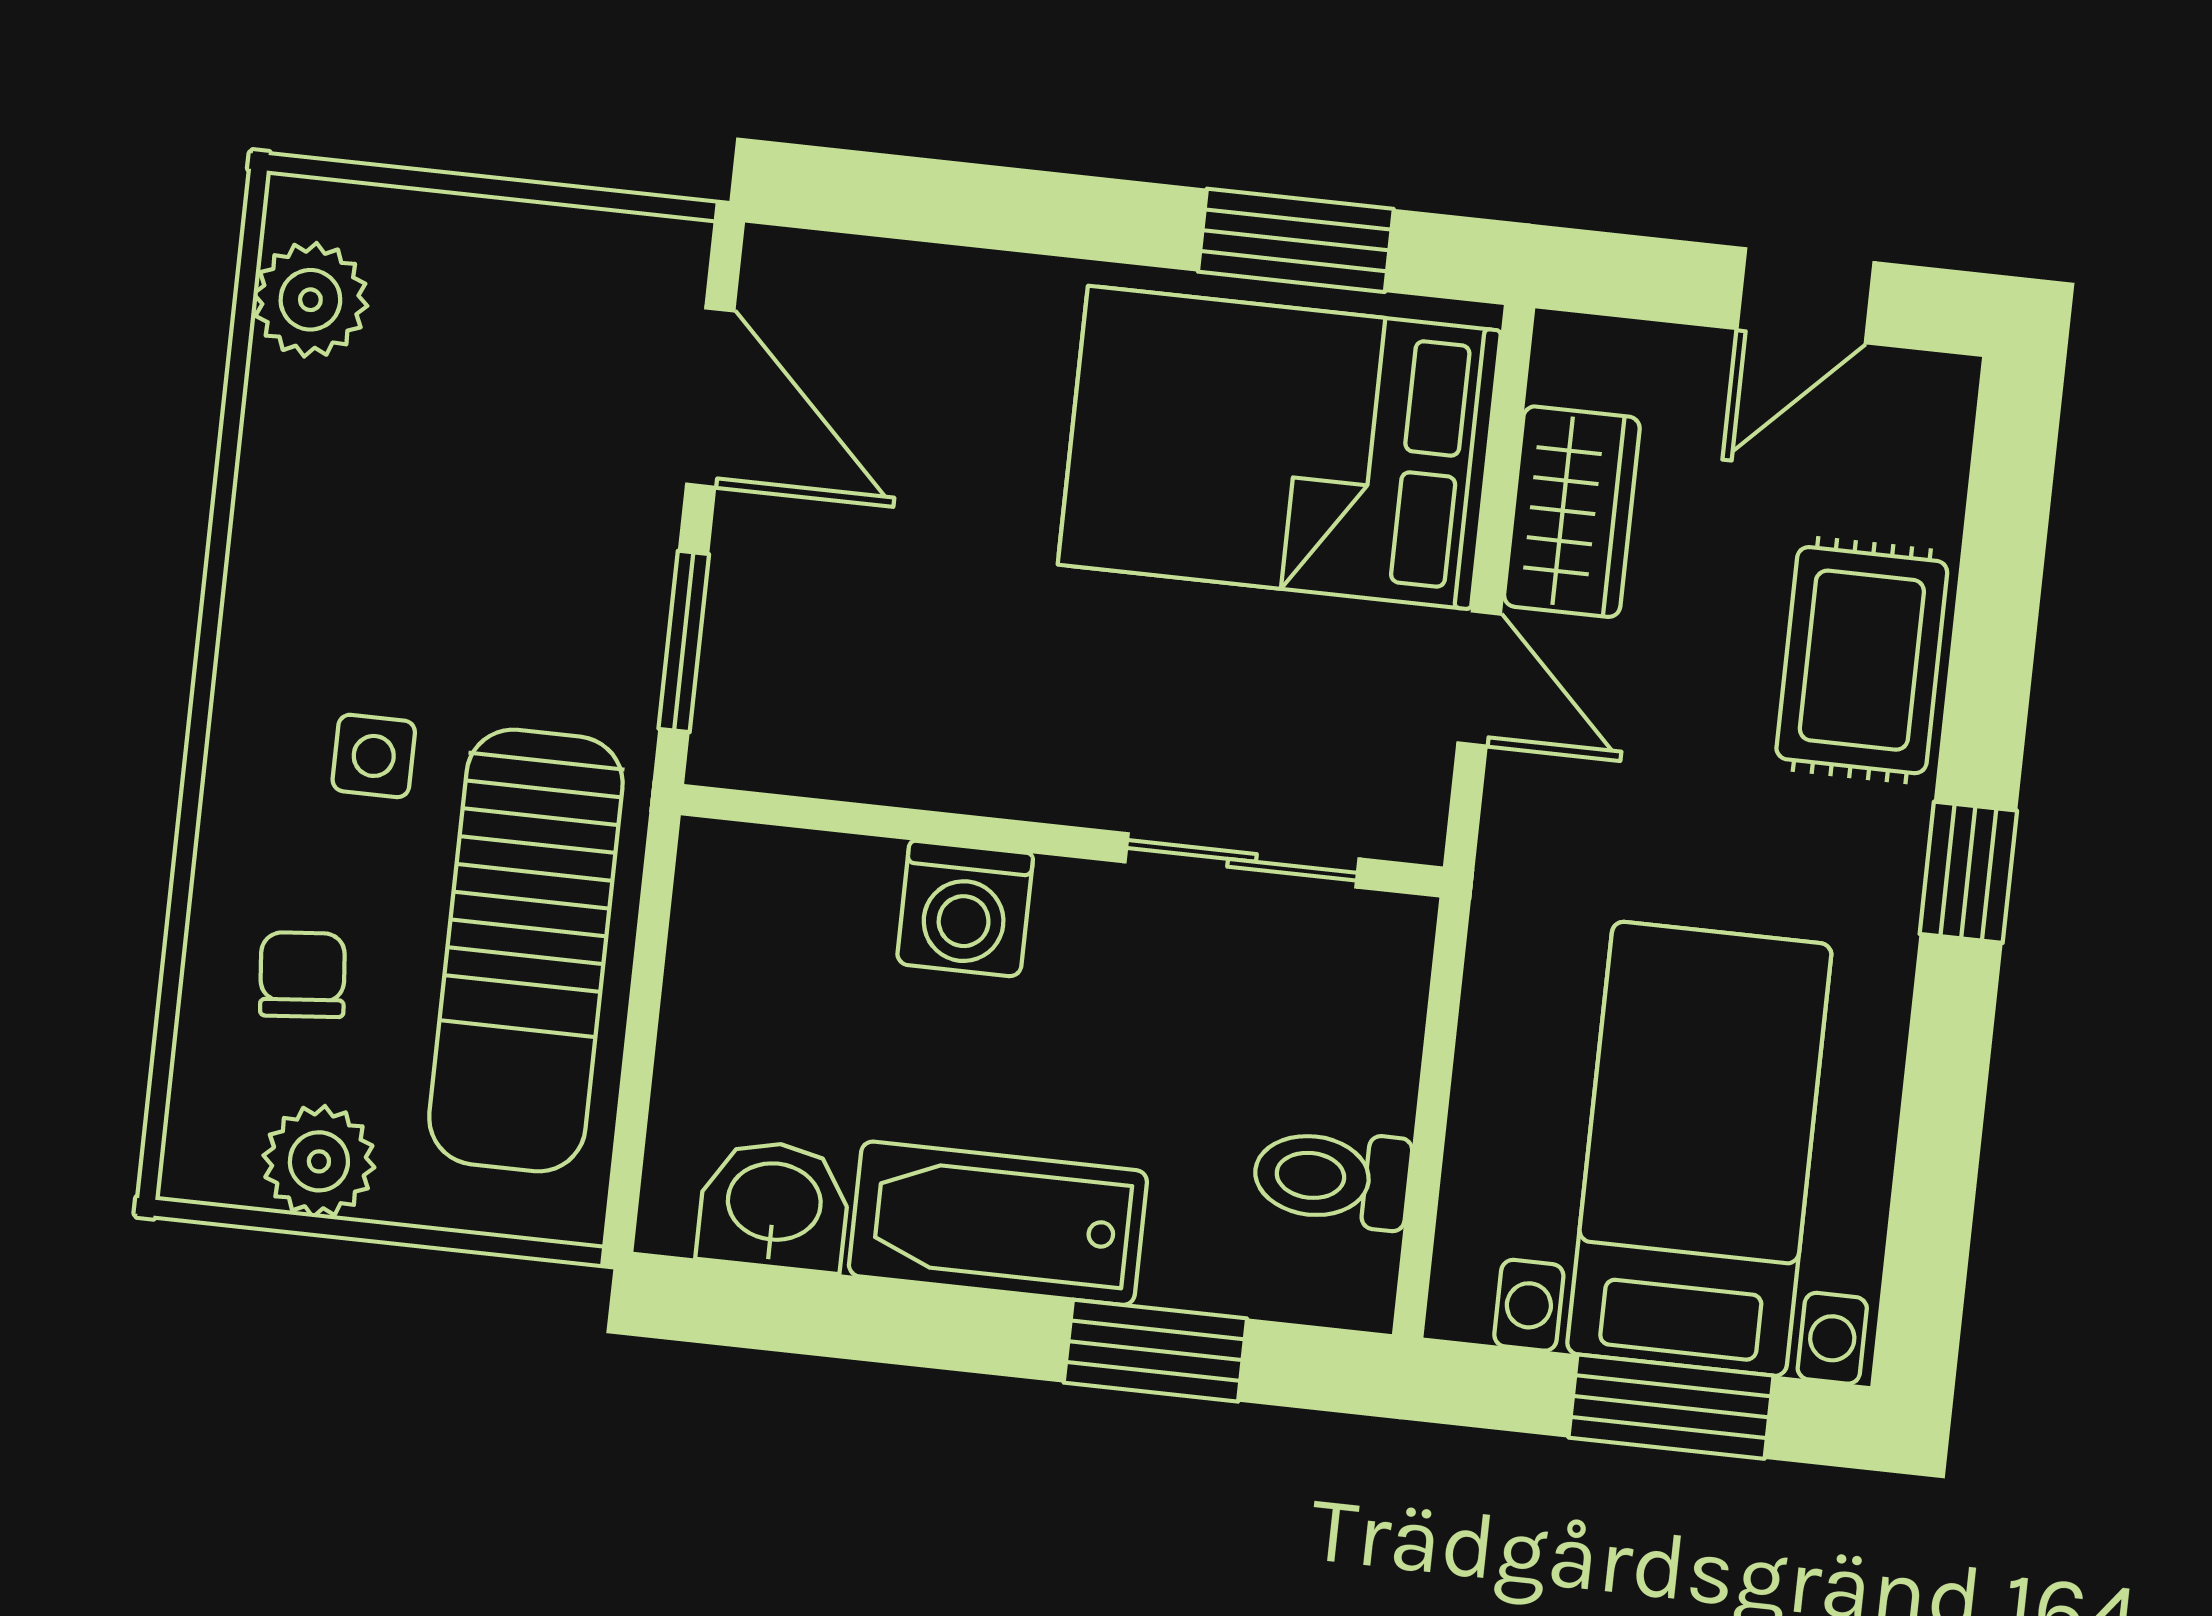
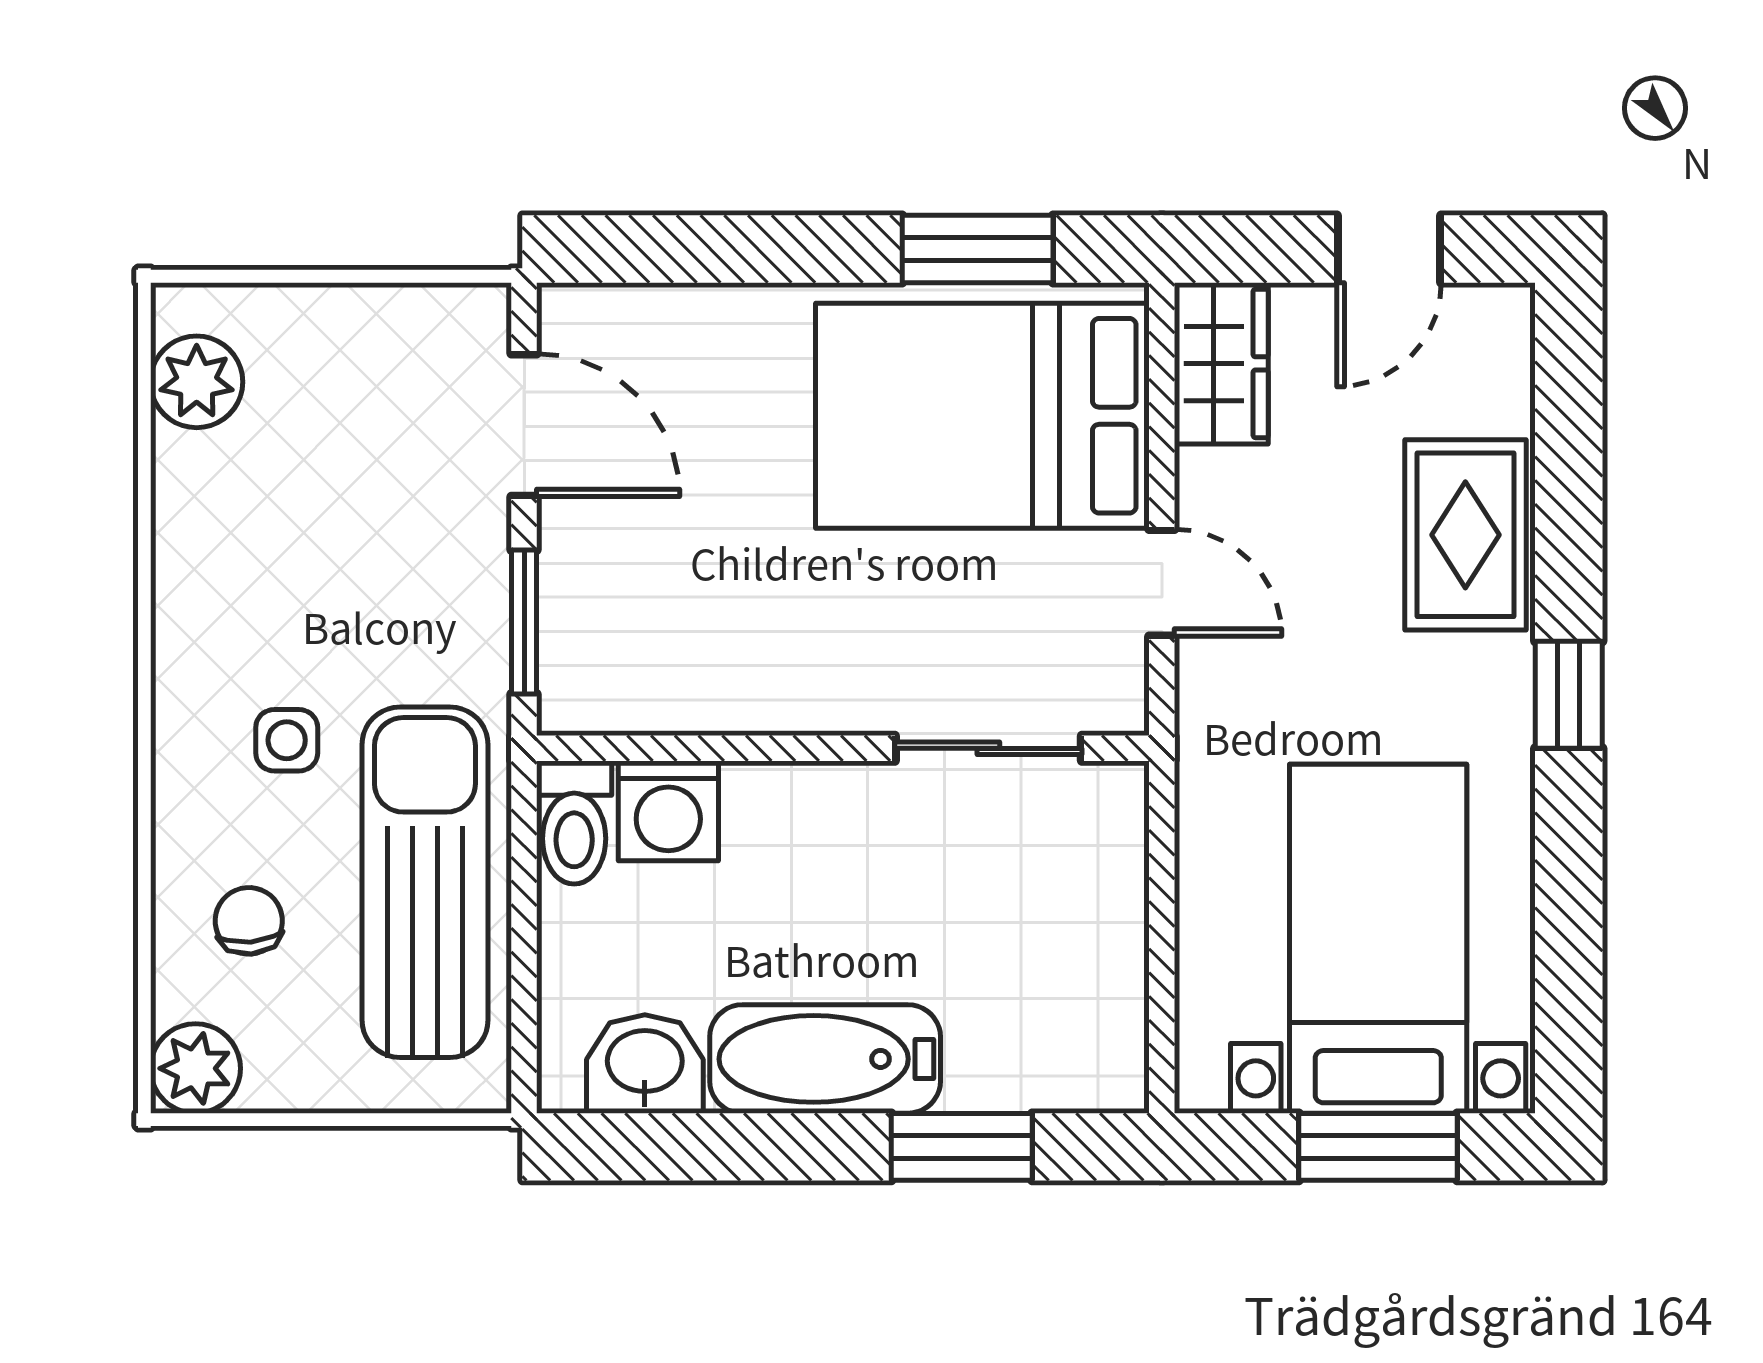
wardrobe: (1572, 512) -> (1221, 363), moved
washing machine: (965, 909) -> (668, 811), moved
sun lounger: (526, 951) -> (425, 882), turned 180
plant: (319, 1161) -> (196, 1068), moved
toilet: (1332, 1178) -> (574, 823), moved, turned -90

